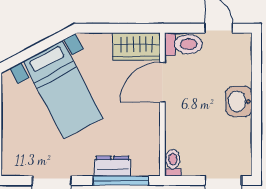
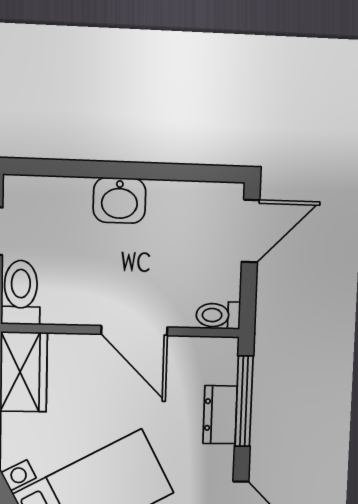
door: (162, 82) -> (134, 331), moved

